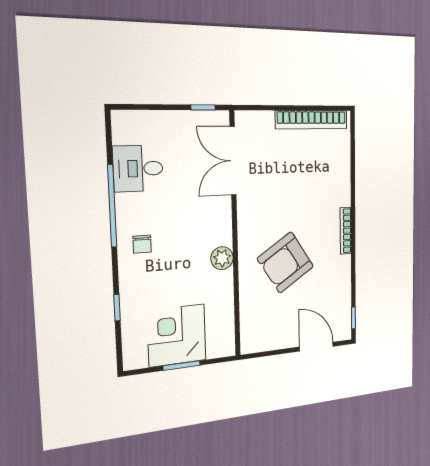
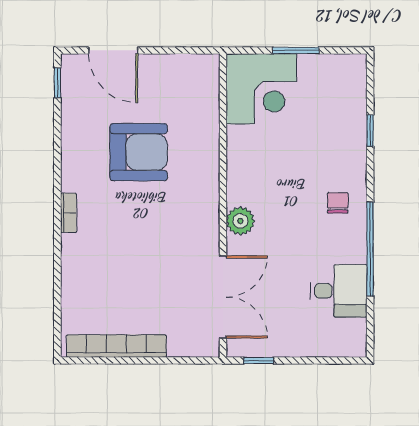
bookcase: (346, 231) -> (68, 213), width x0.64
plant: (222, 258) -> (240, 221), moved
armchair: (286, 262) -> (139, 152), moved, turned 33
corner desk: (177, 335) -> (261, 89), moved

